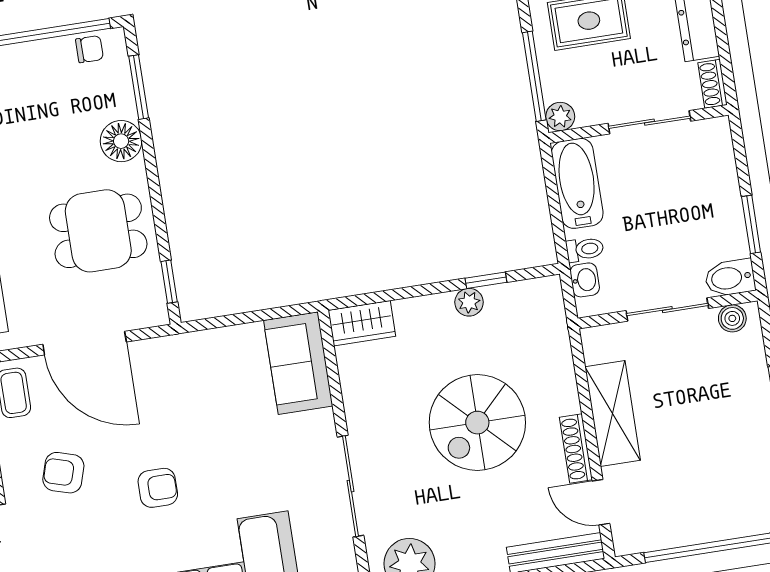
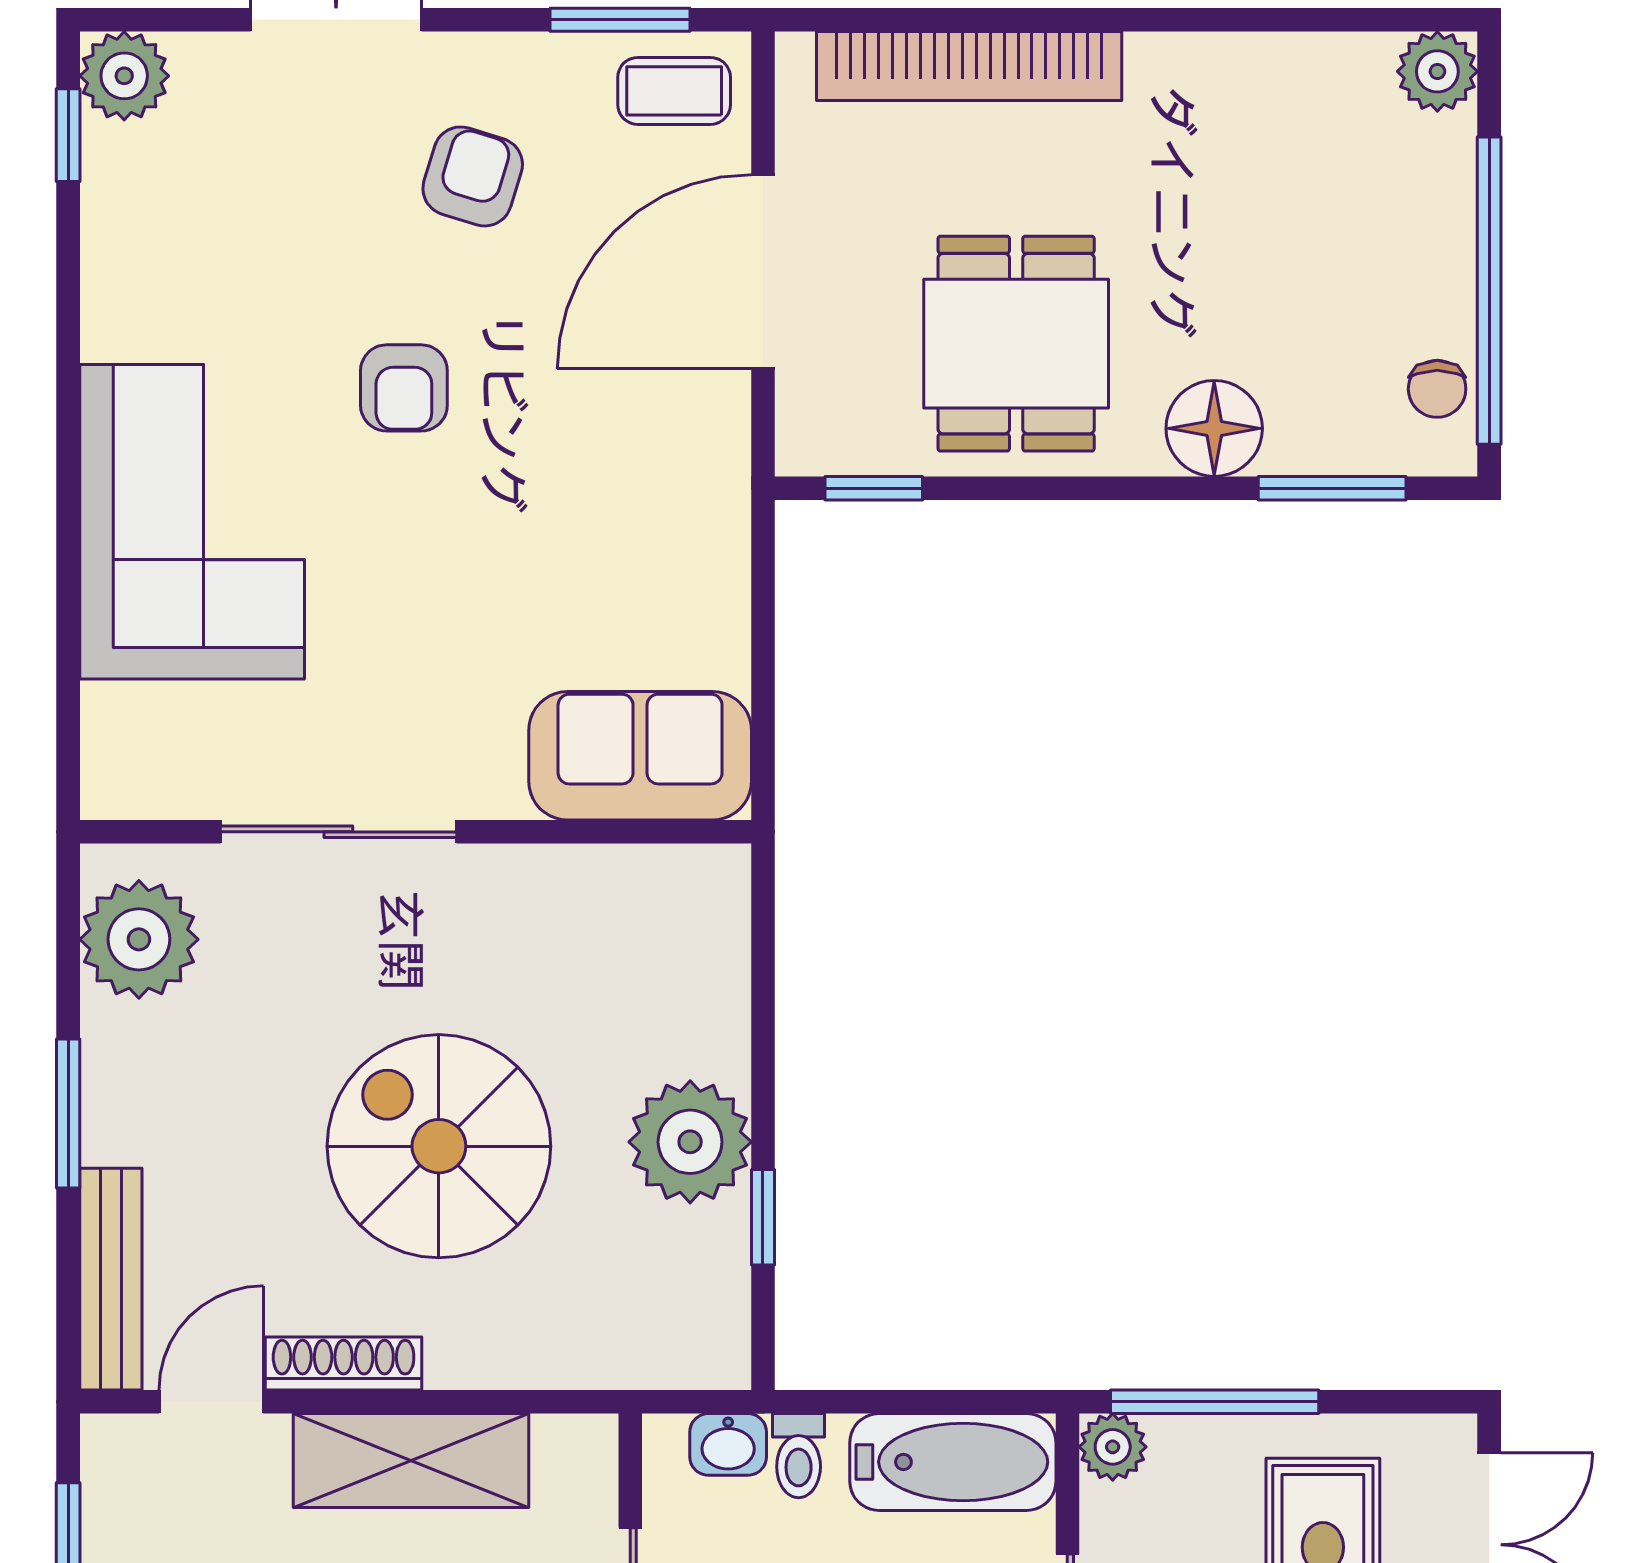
plant: (469, 302) -> (690, 1142), width x1.88, depth x1.88
wardrobe: (362, 323) -> (709, 917), removed

